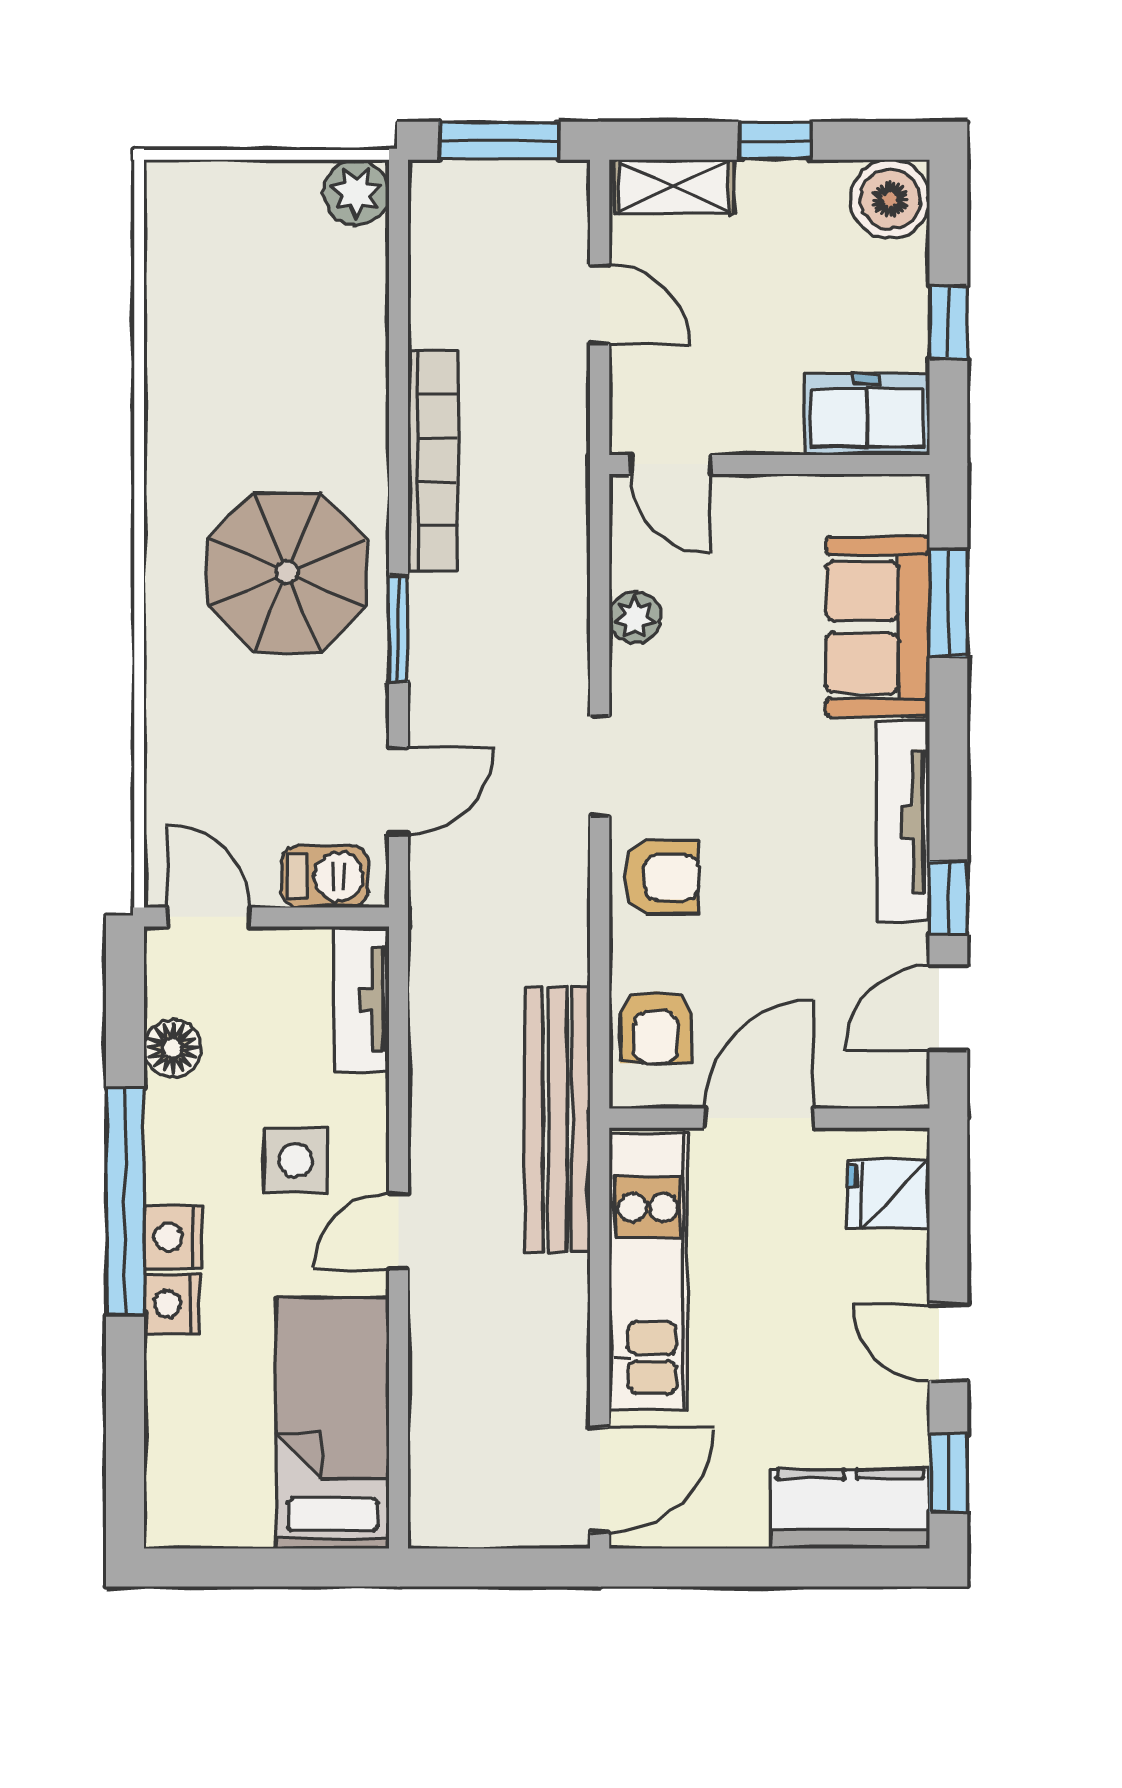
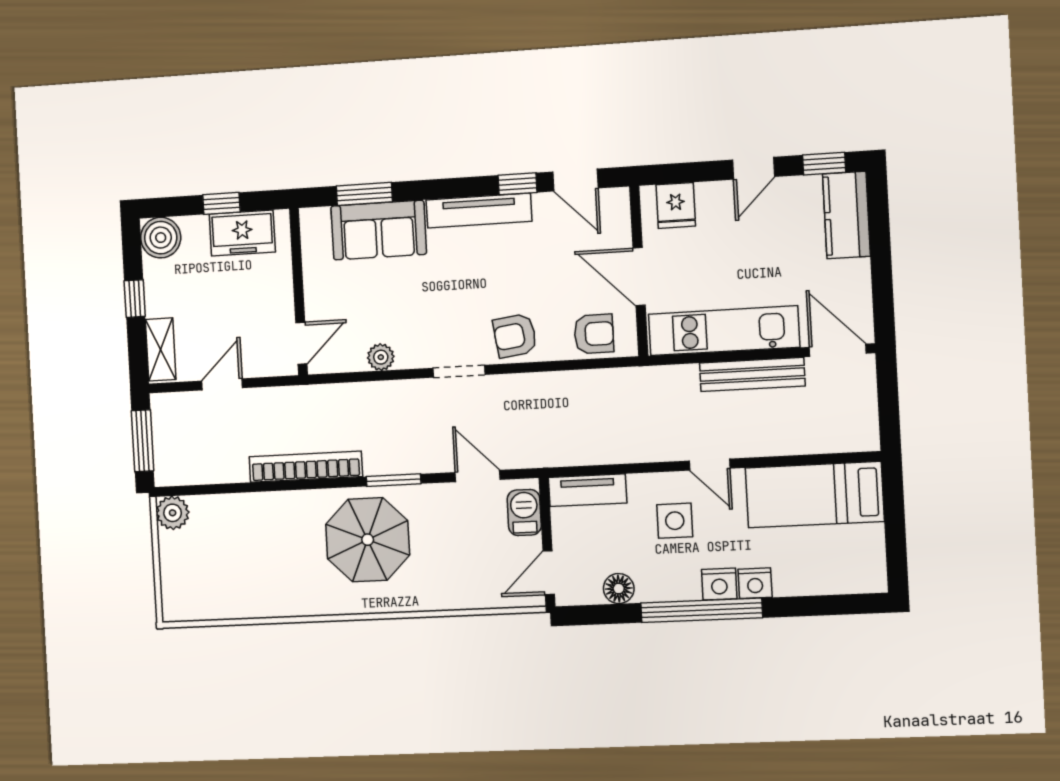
freezer: (867, 414) -> (242, 233), moved, turned -90
armchair: (661, 877) -> (515, 336), turned -98
bench: (557, 1119) -> (752, 375), moved, width x0.73, depth x0.82

